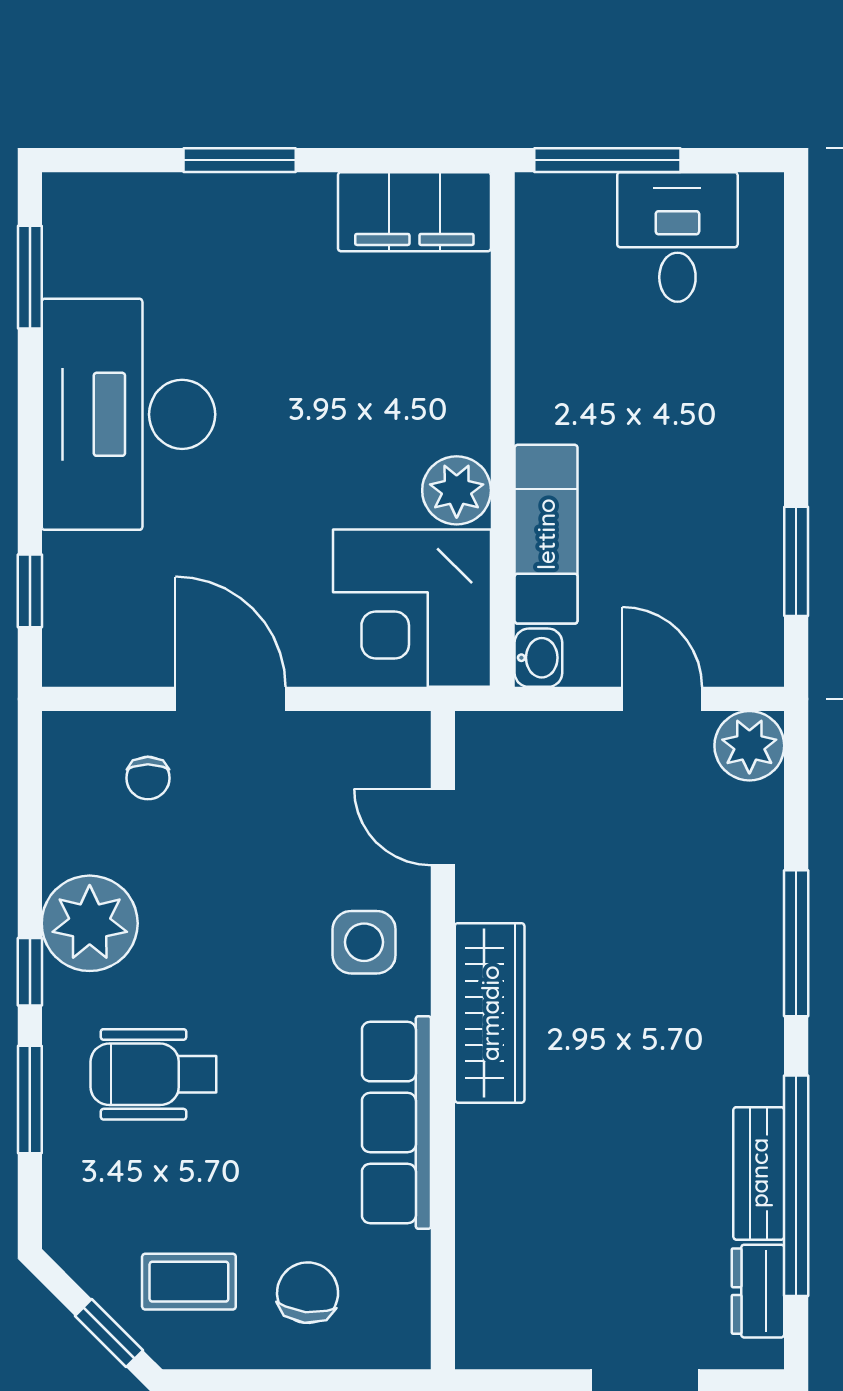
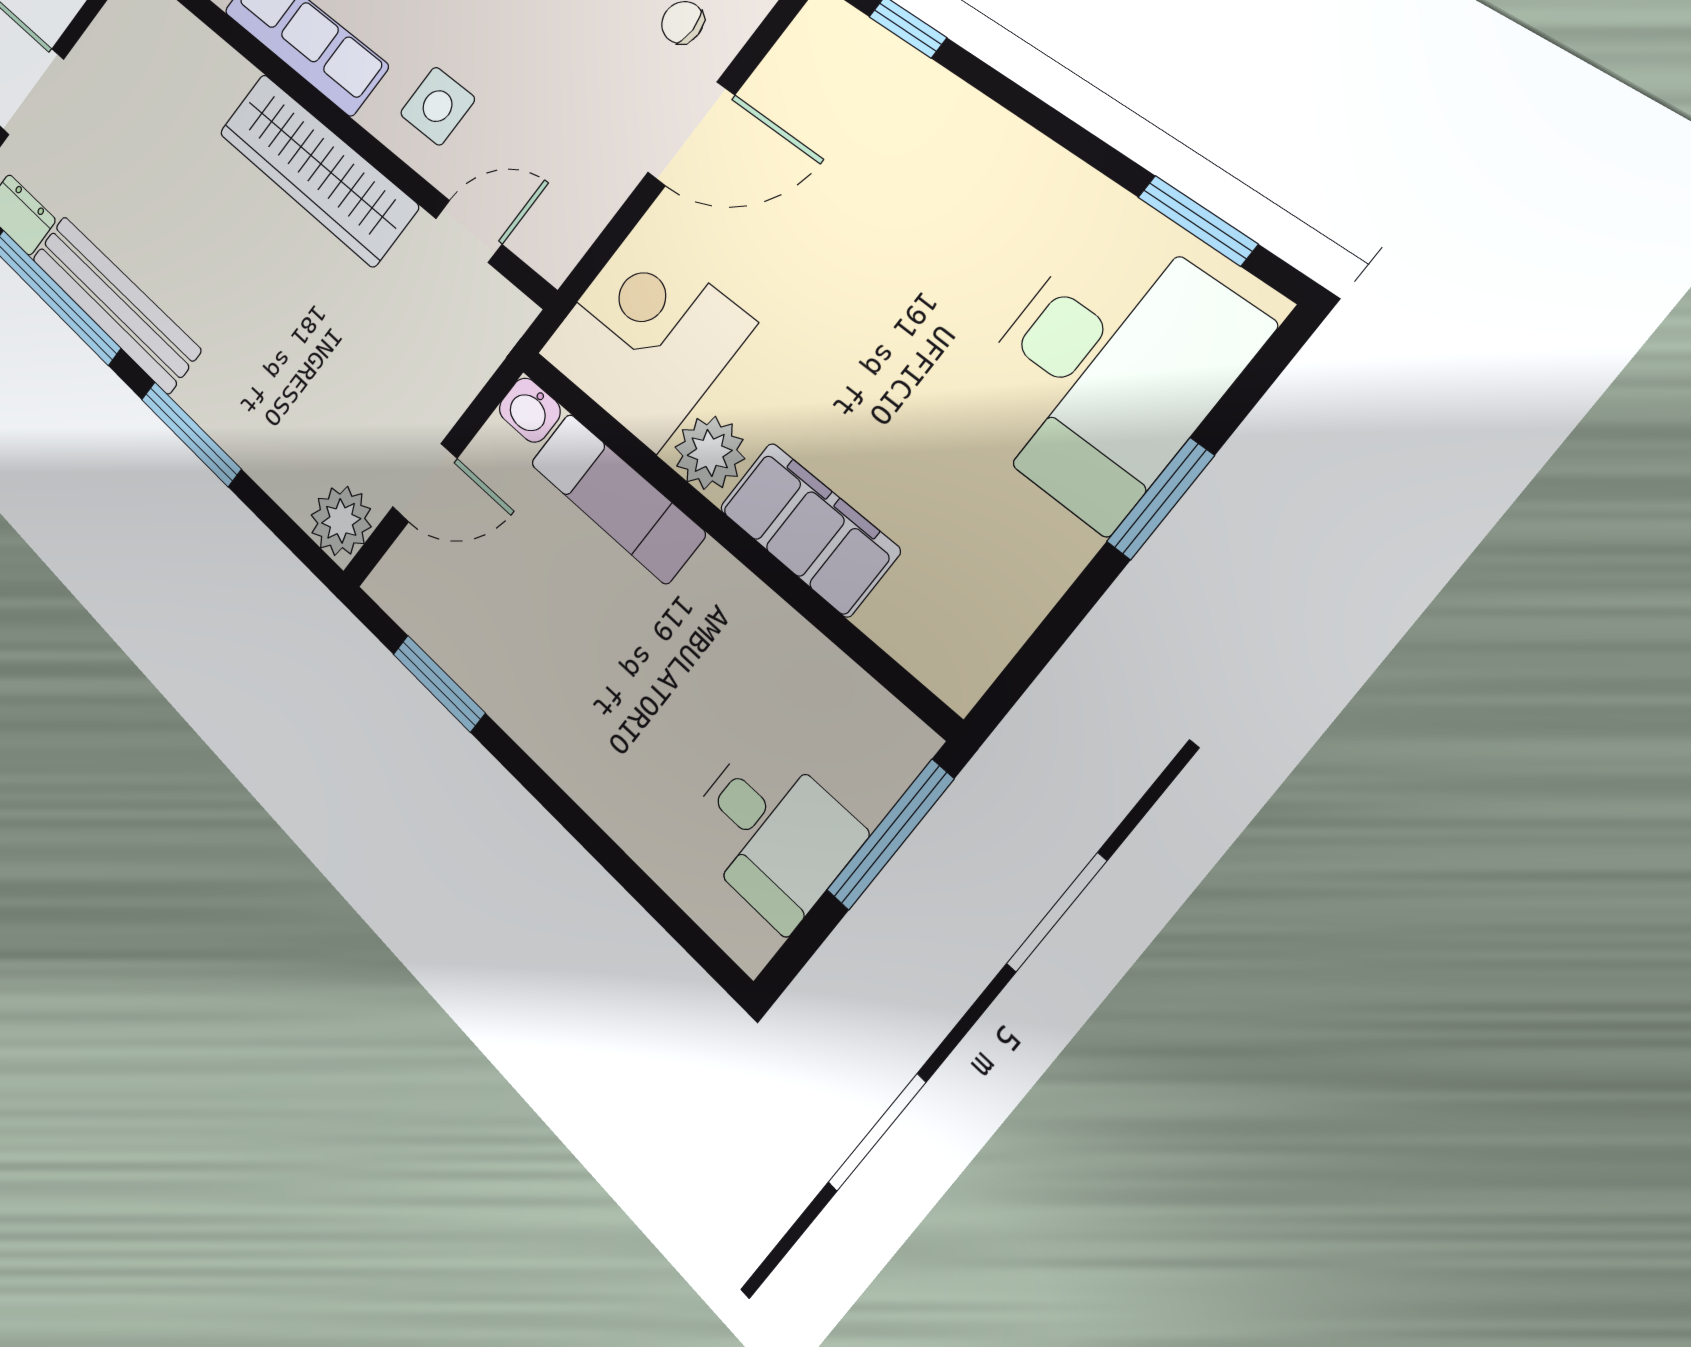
filing cabinet: (414, 212) -> (809, 529), moved, turned 90
desk: (128, 414) -> (1107, 370), moved, turned 90
wardrobe: (490, 1013) -> (317, 169), width x1.40, depth x1.17
bench: (759, 1173) -> (115, 304), width x1.86, depth x1.21

